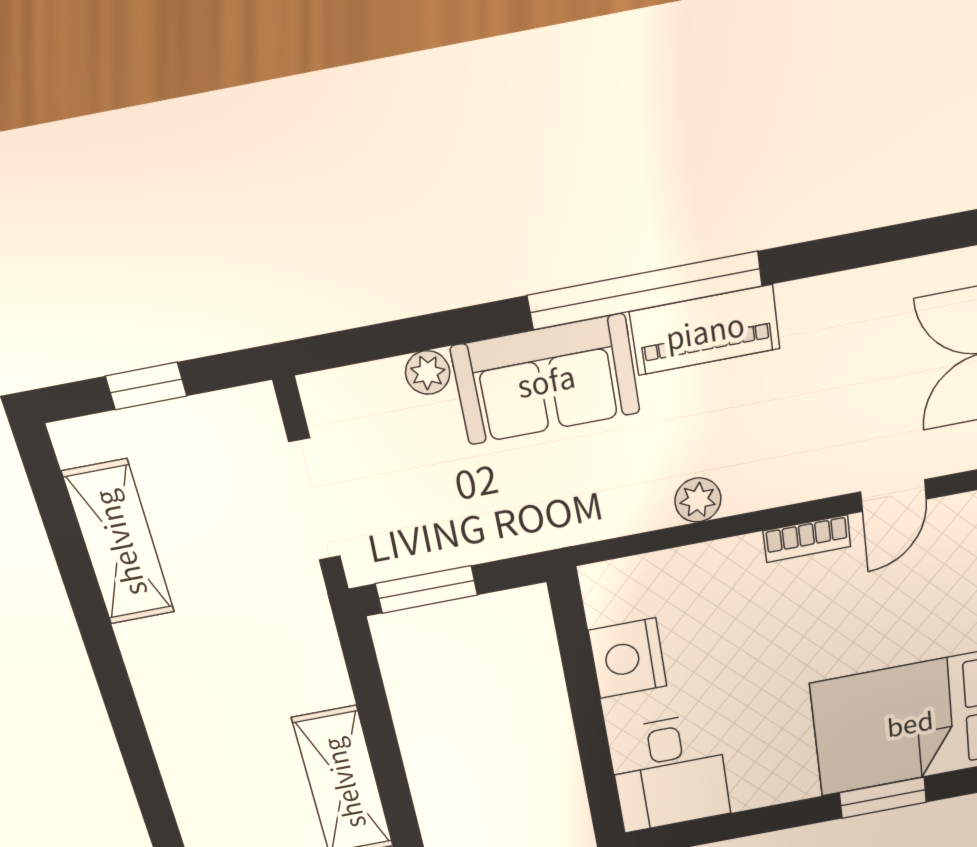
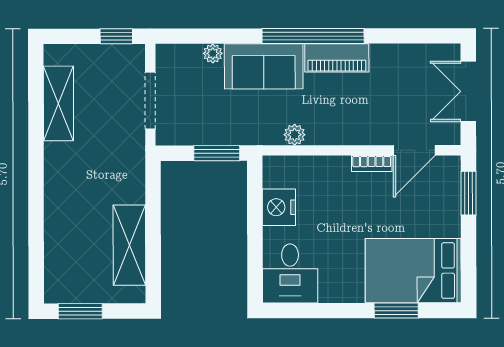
window: (146, 386) -> (116, 36), moved
door: (893, 496) -> (414, 150), width x1.37
plant: (698, 500) -> (295, 135), moved
window: (426, 589) -> (217, 153), moved

